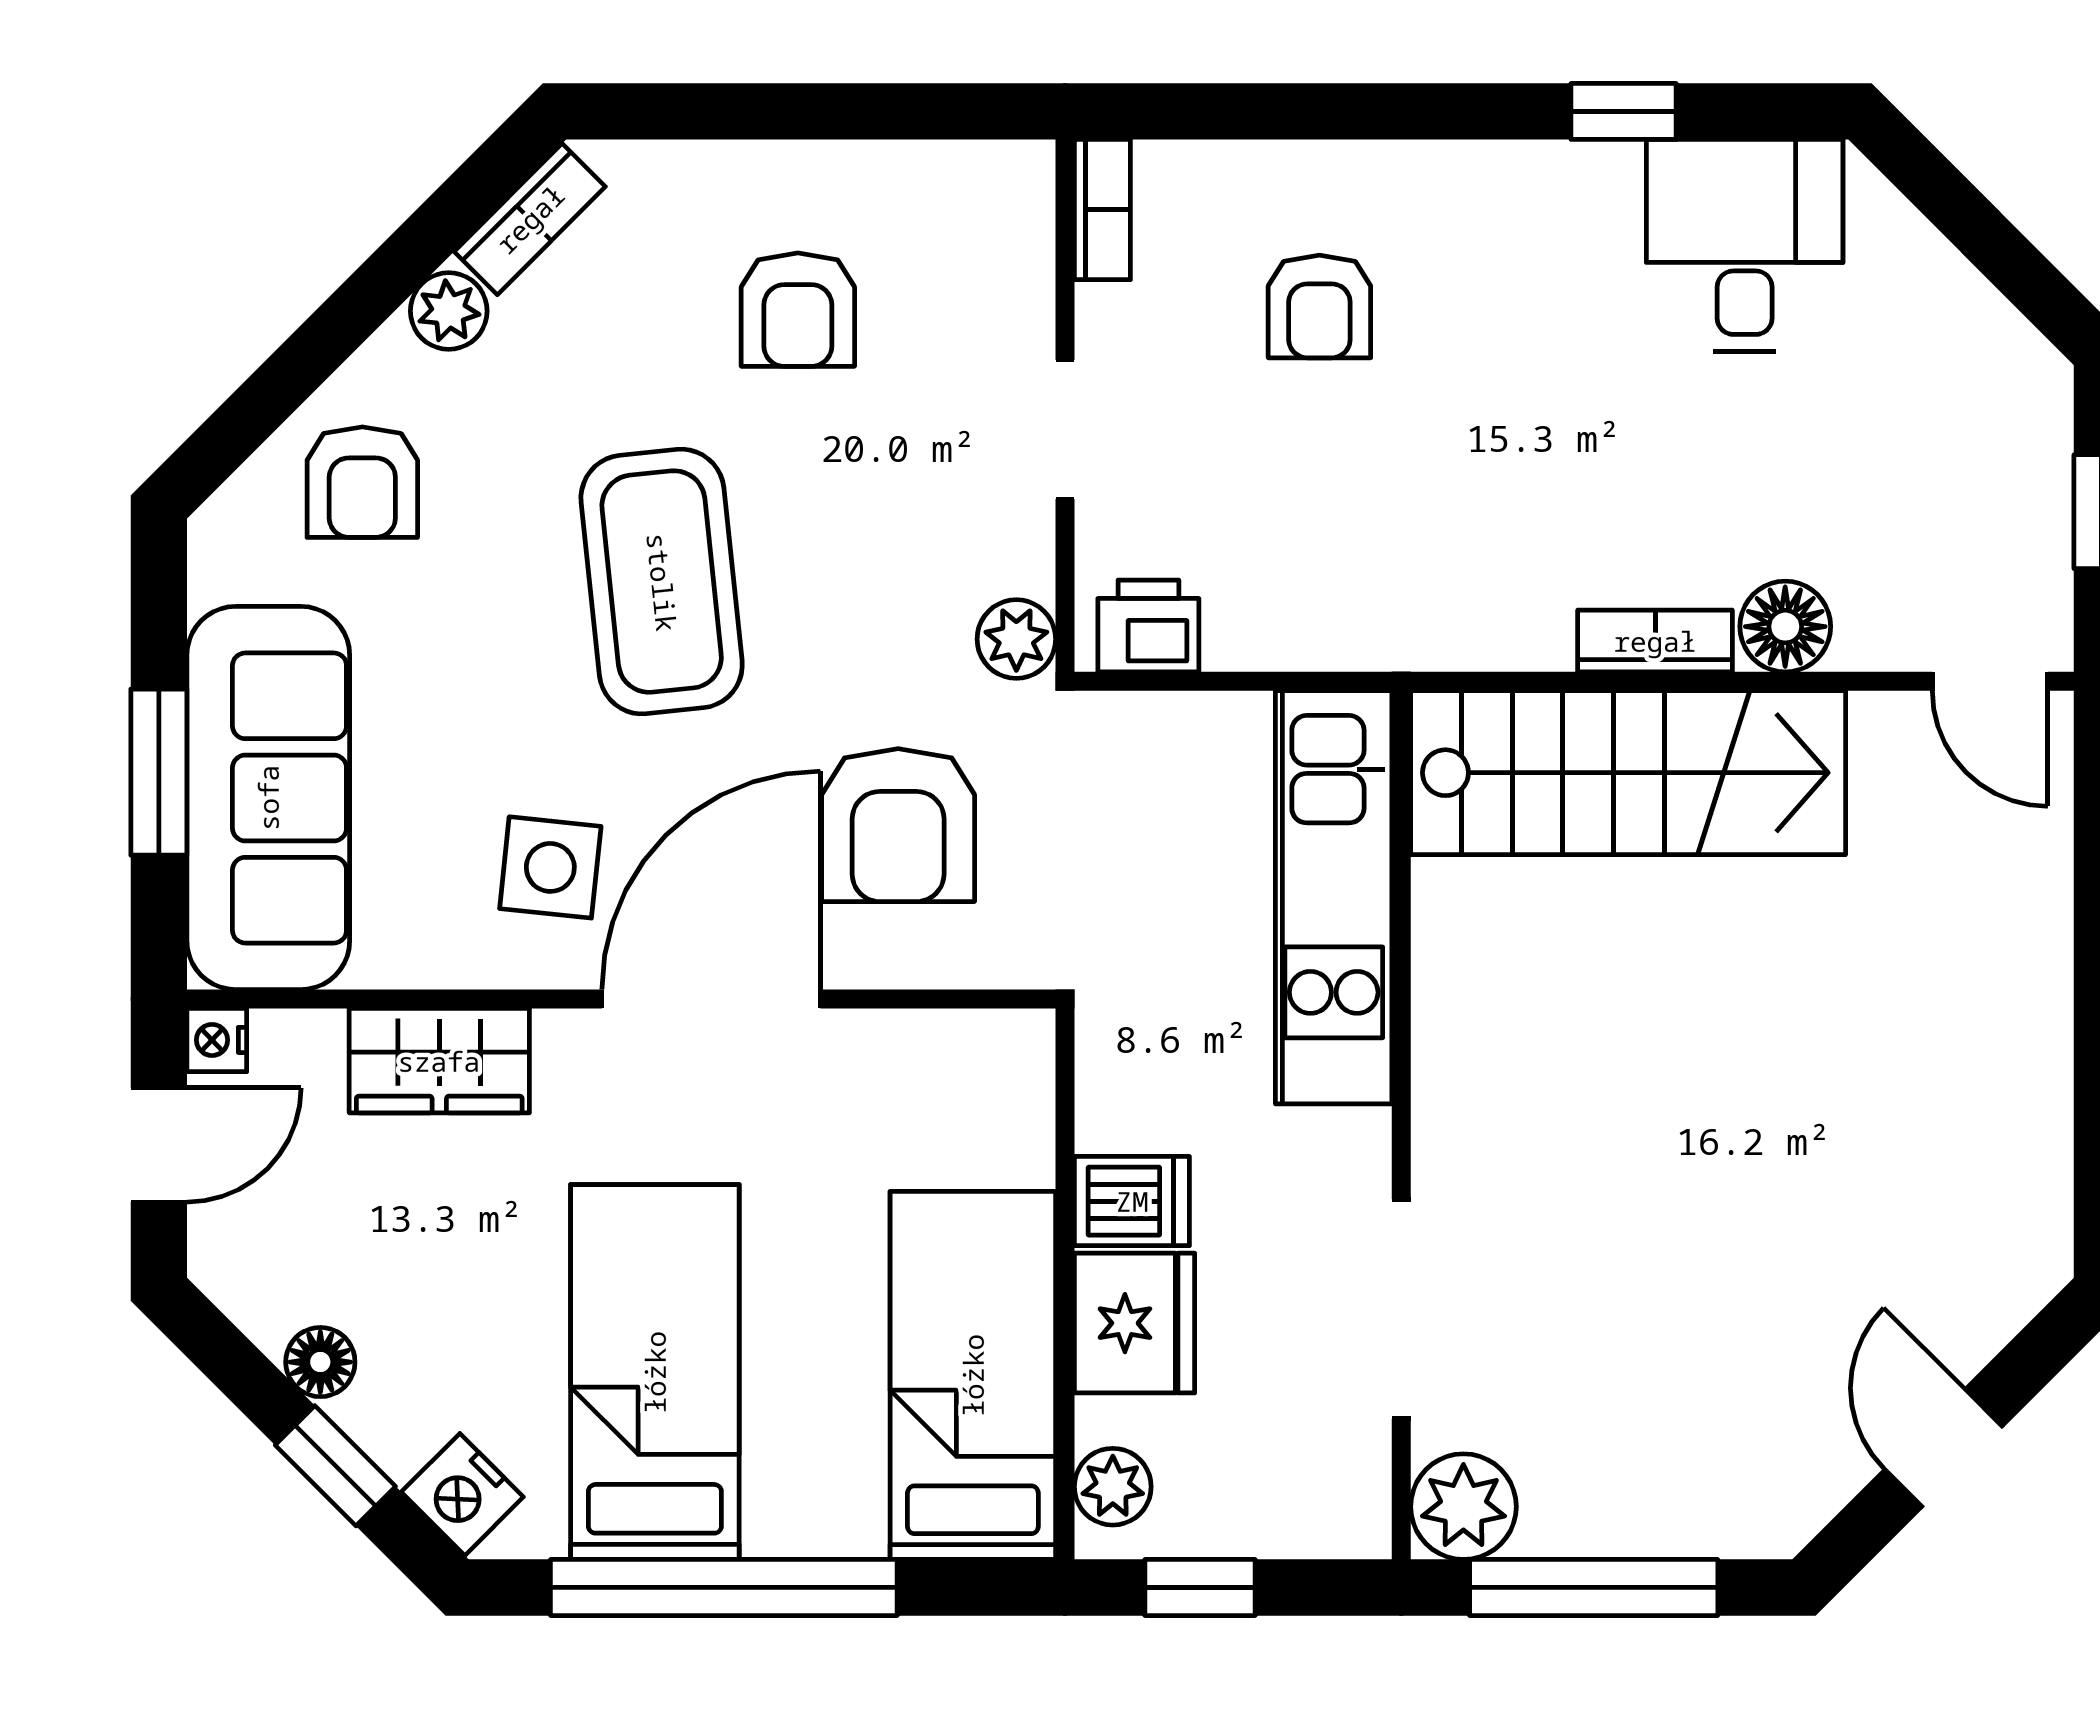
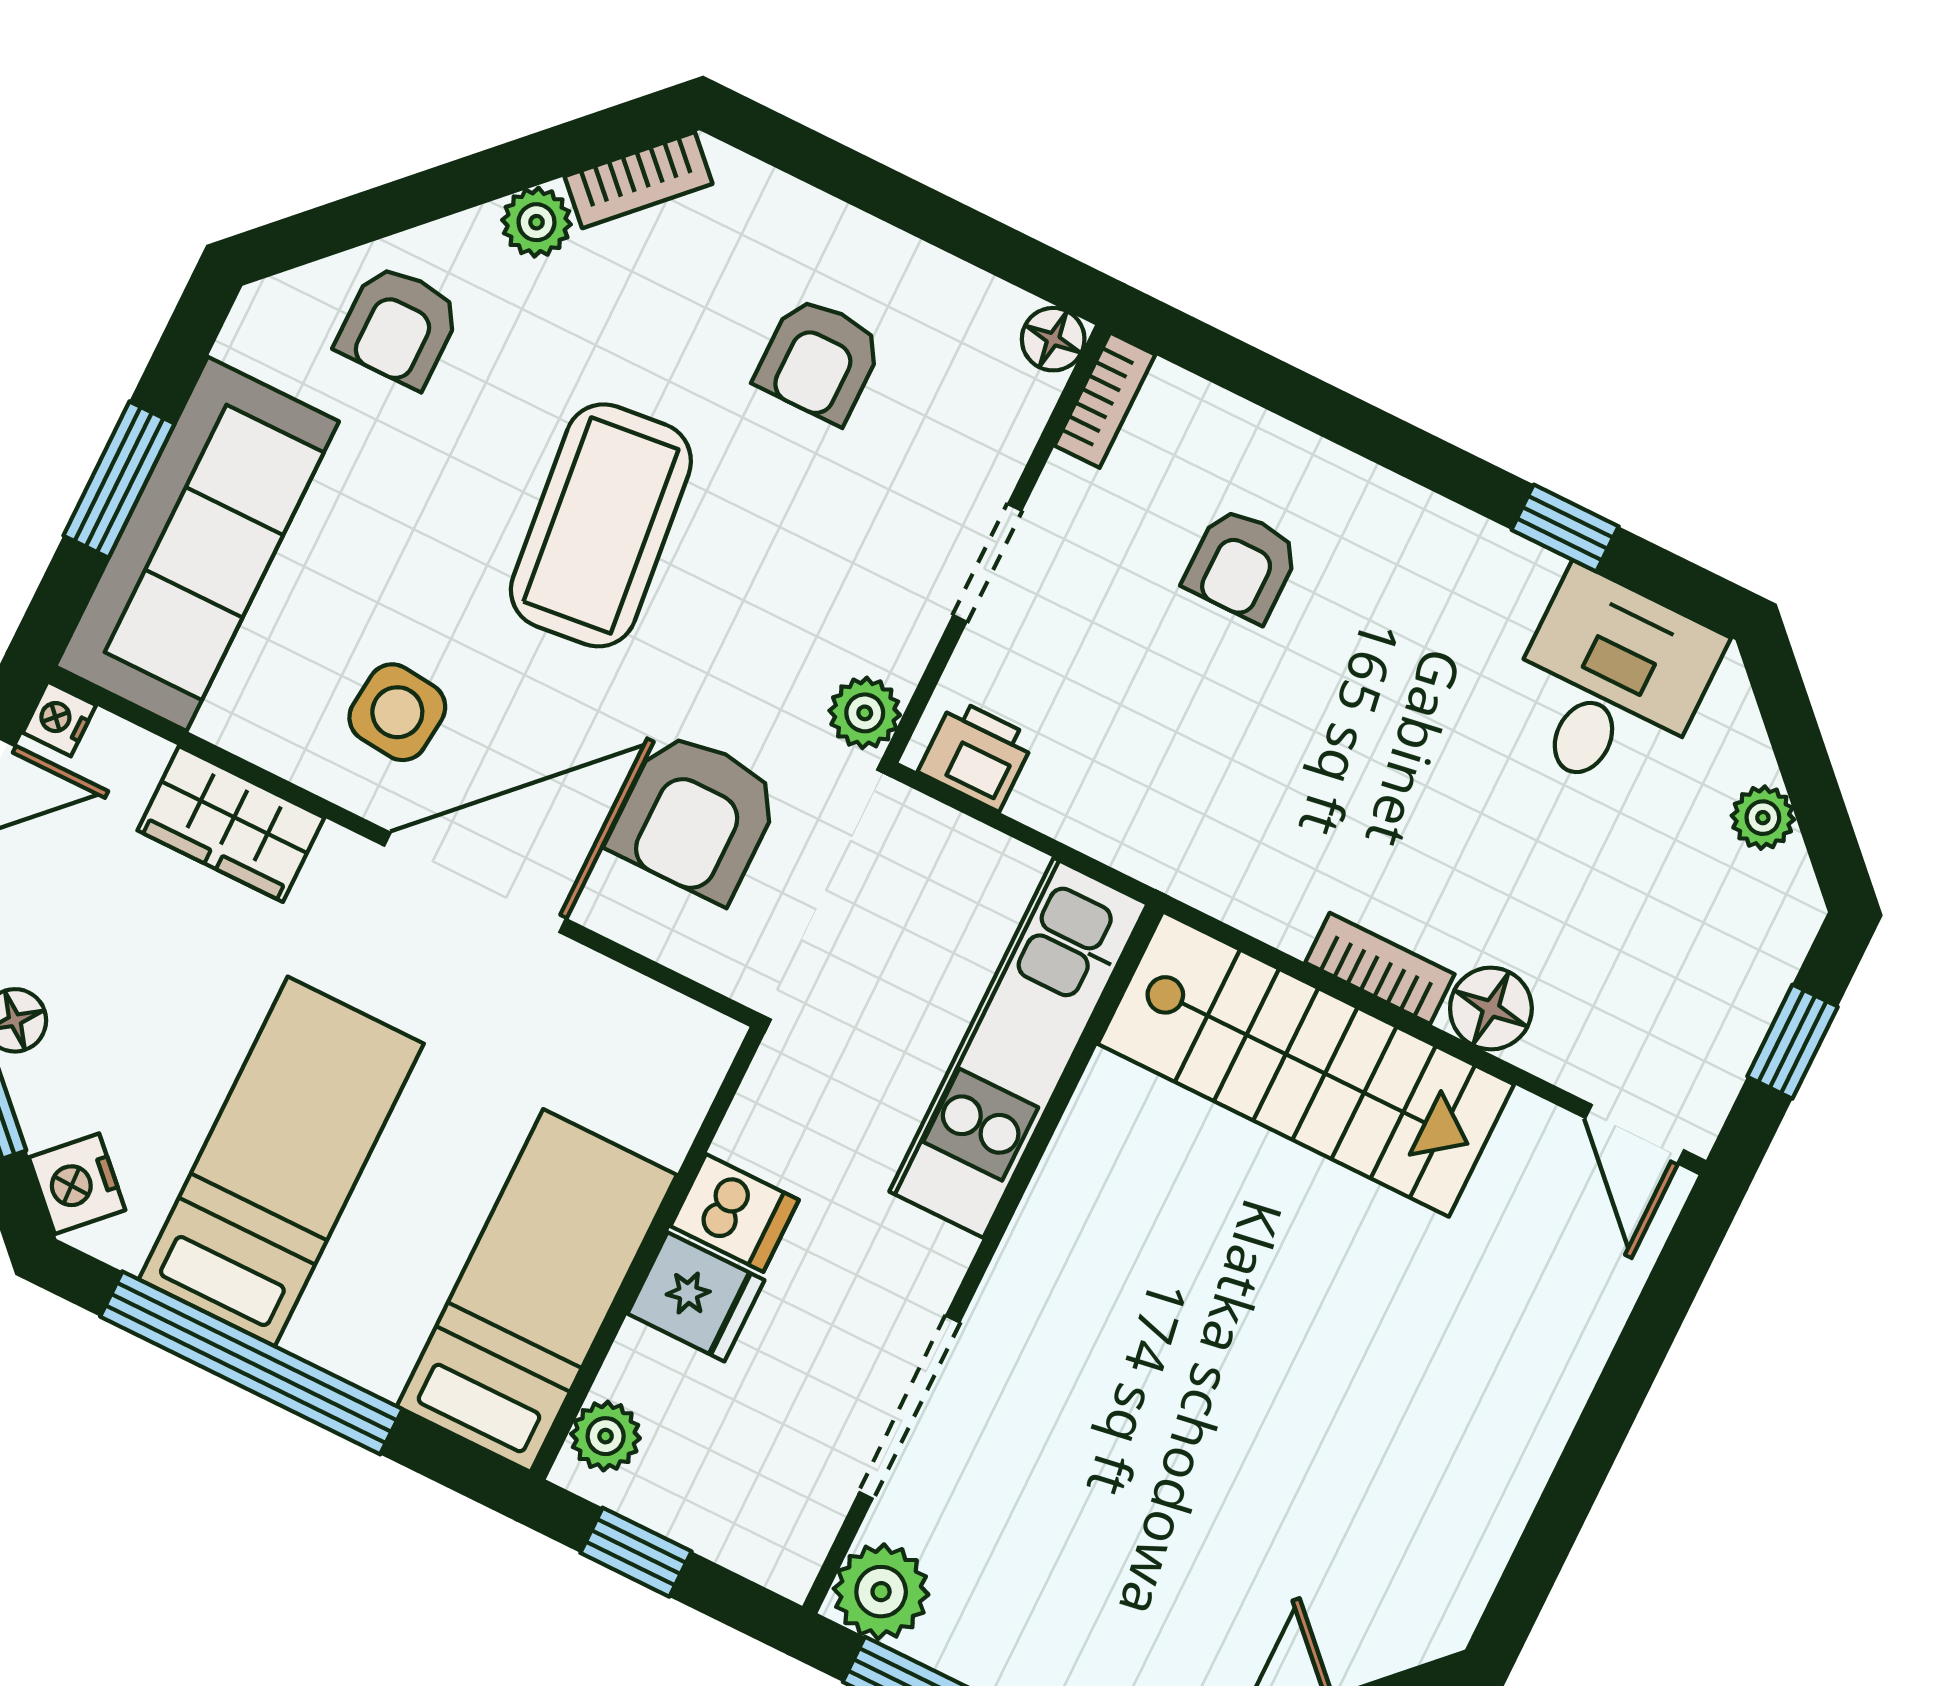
floor lamp: (1021, 174) -> (1053, 339), added
plant: (1963, 303) -> (1763, 818), added
fridge: (1135, 1323) -> (696, 1297), width x0.72

